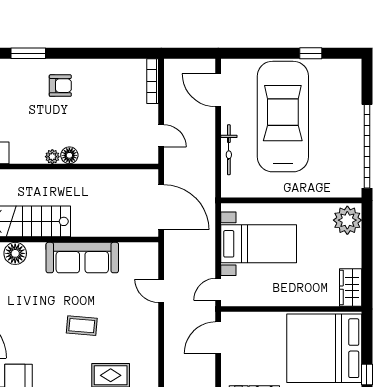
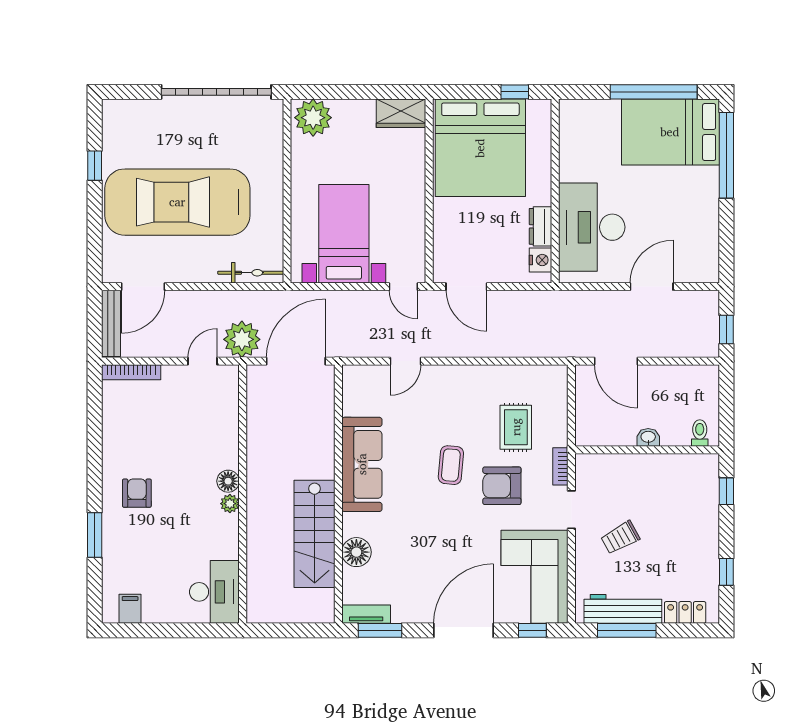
bench: (190, 66) -> (111, 323), added
bicycle: (229, 150) -> (251, 273), moved
plant: (178, 166) -> (242, 339), added
armchair: (66, 365) -> (502, 486), added

